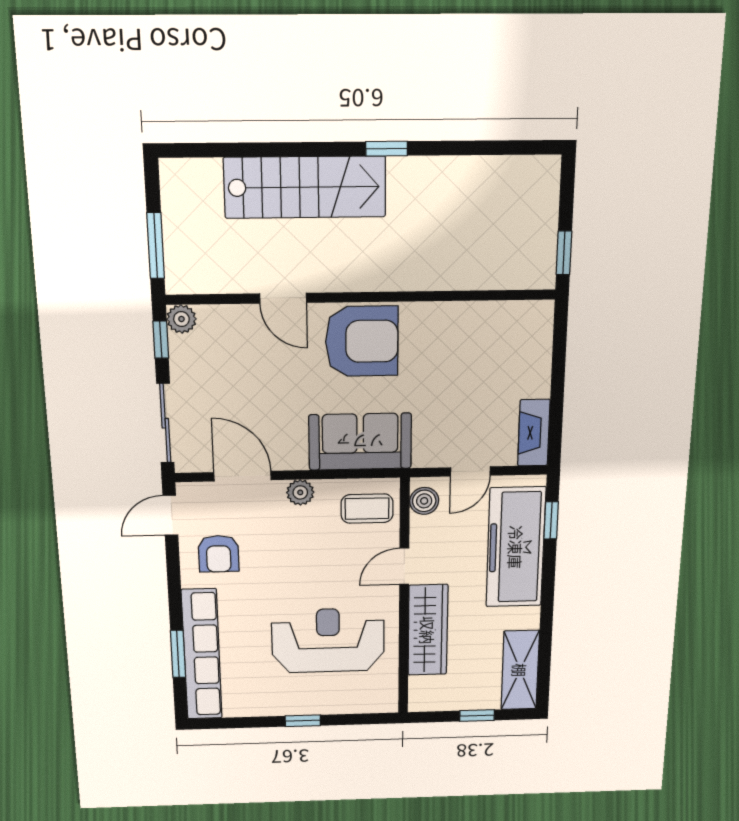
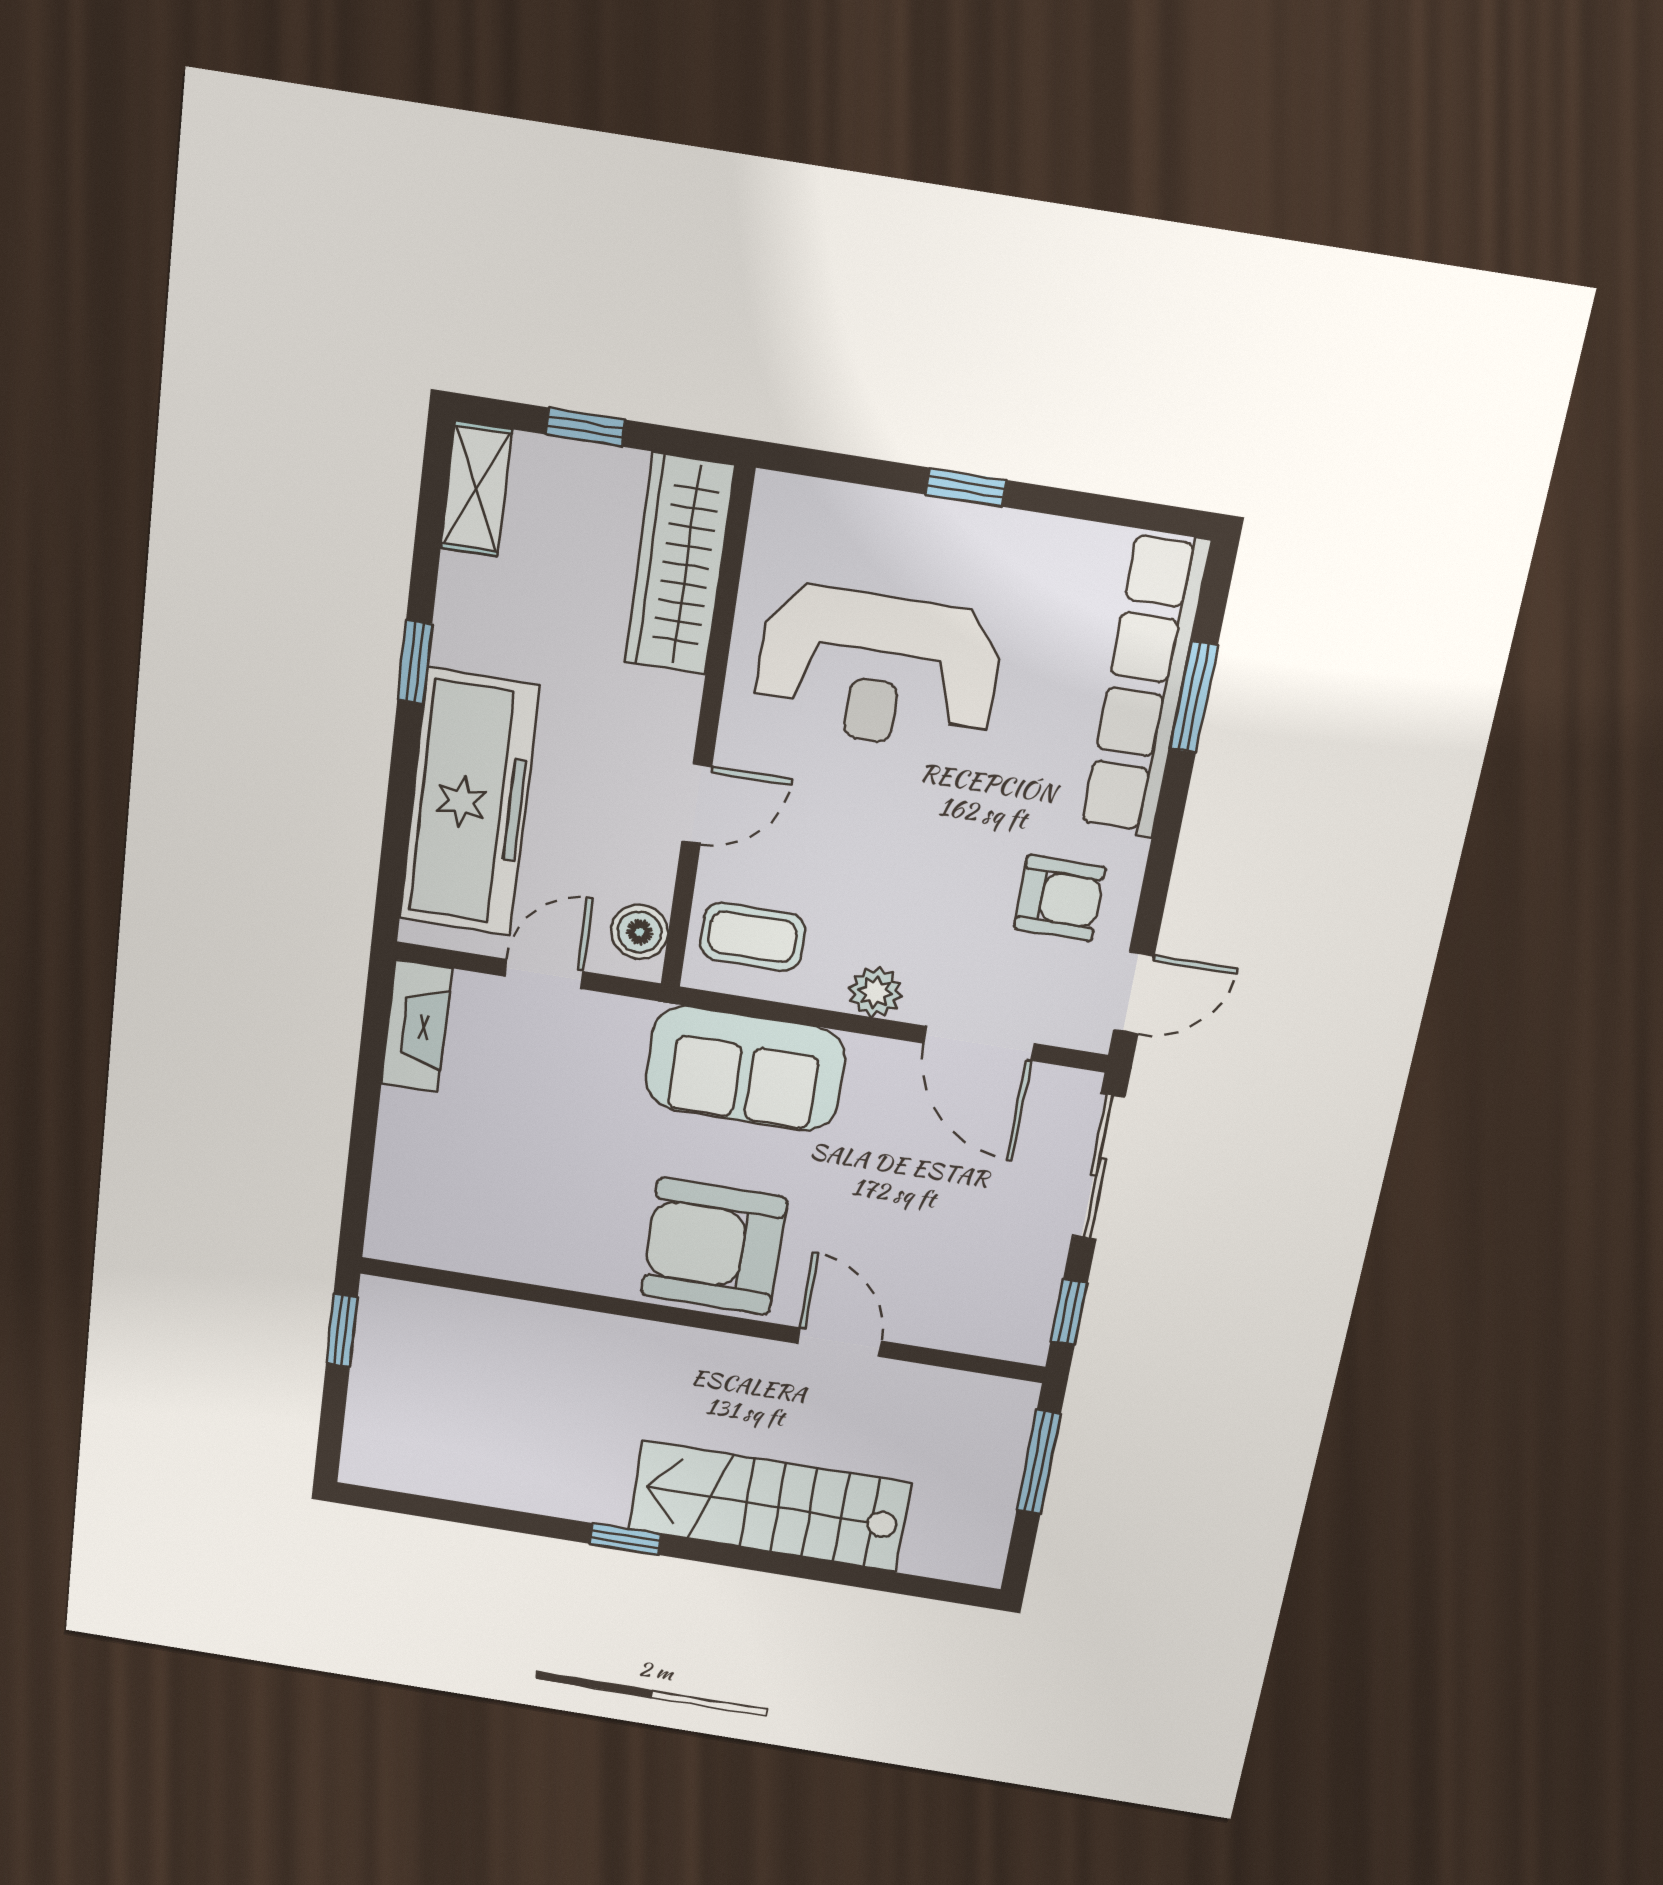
plant: (181, 319) -> (1024, 1339), removed
window: (551, 520) -> (415, 662), moved
armchair: (219, 554) -> (1060, 898), turned 90
wardrobe: (428, 630) -> (680, 564), moved
shelving: (520, 670) -> (476, 489), width x0.67, depth x0.75

